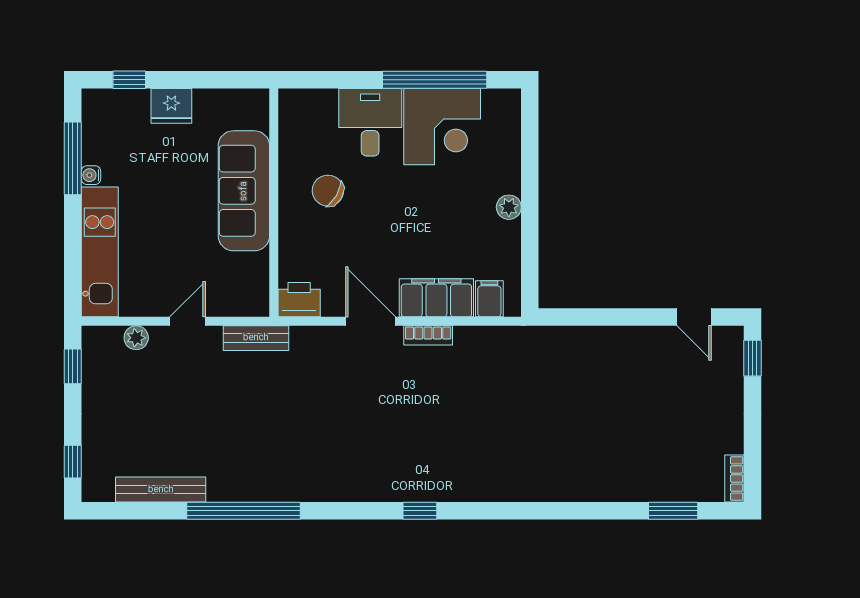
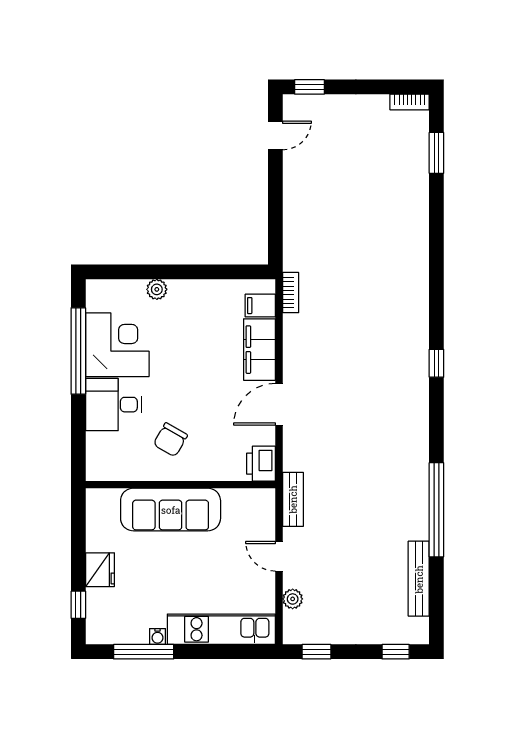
plant: (509, 207) -> (157, 289), moved
bookcase: (428, 335) -> (291, 293), moved

